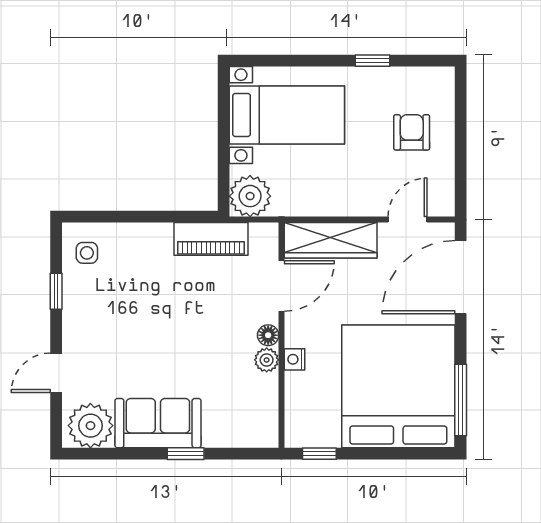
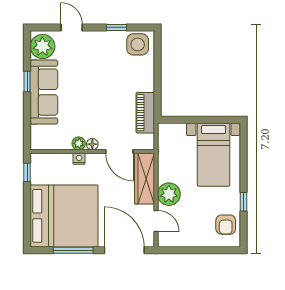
armchair: (412, 132) -> (226, 225), moved, turned 90
plant: (250, 196) -> (169, 194), moved
side table: (87, 253) -> (138, 44), width x1.87, depth x1.87
window: (461, 400) -> (73, 250), moved
sofa: (158, 423) -> (44, 92), width x1.36
window: (186, 454) -> (27, 82), moved

